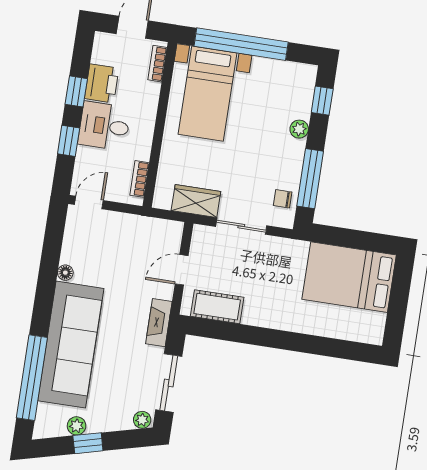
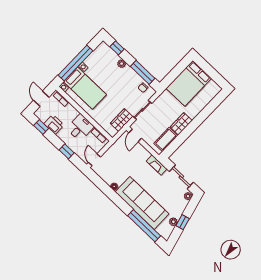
window: (76, 91) -> (41, 127), moved
desk: (104, 126) -> (80, 128), moved, turned 180
door: (182, 270) -> (135, 135), moved
wardrobe: (266, 315) -> (181, 124), added

